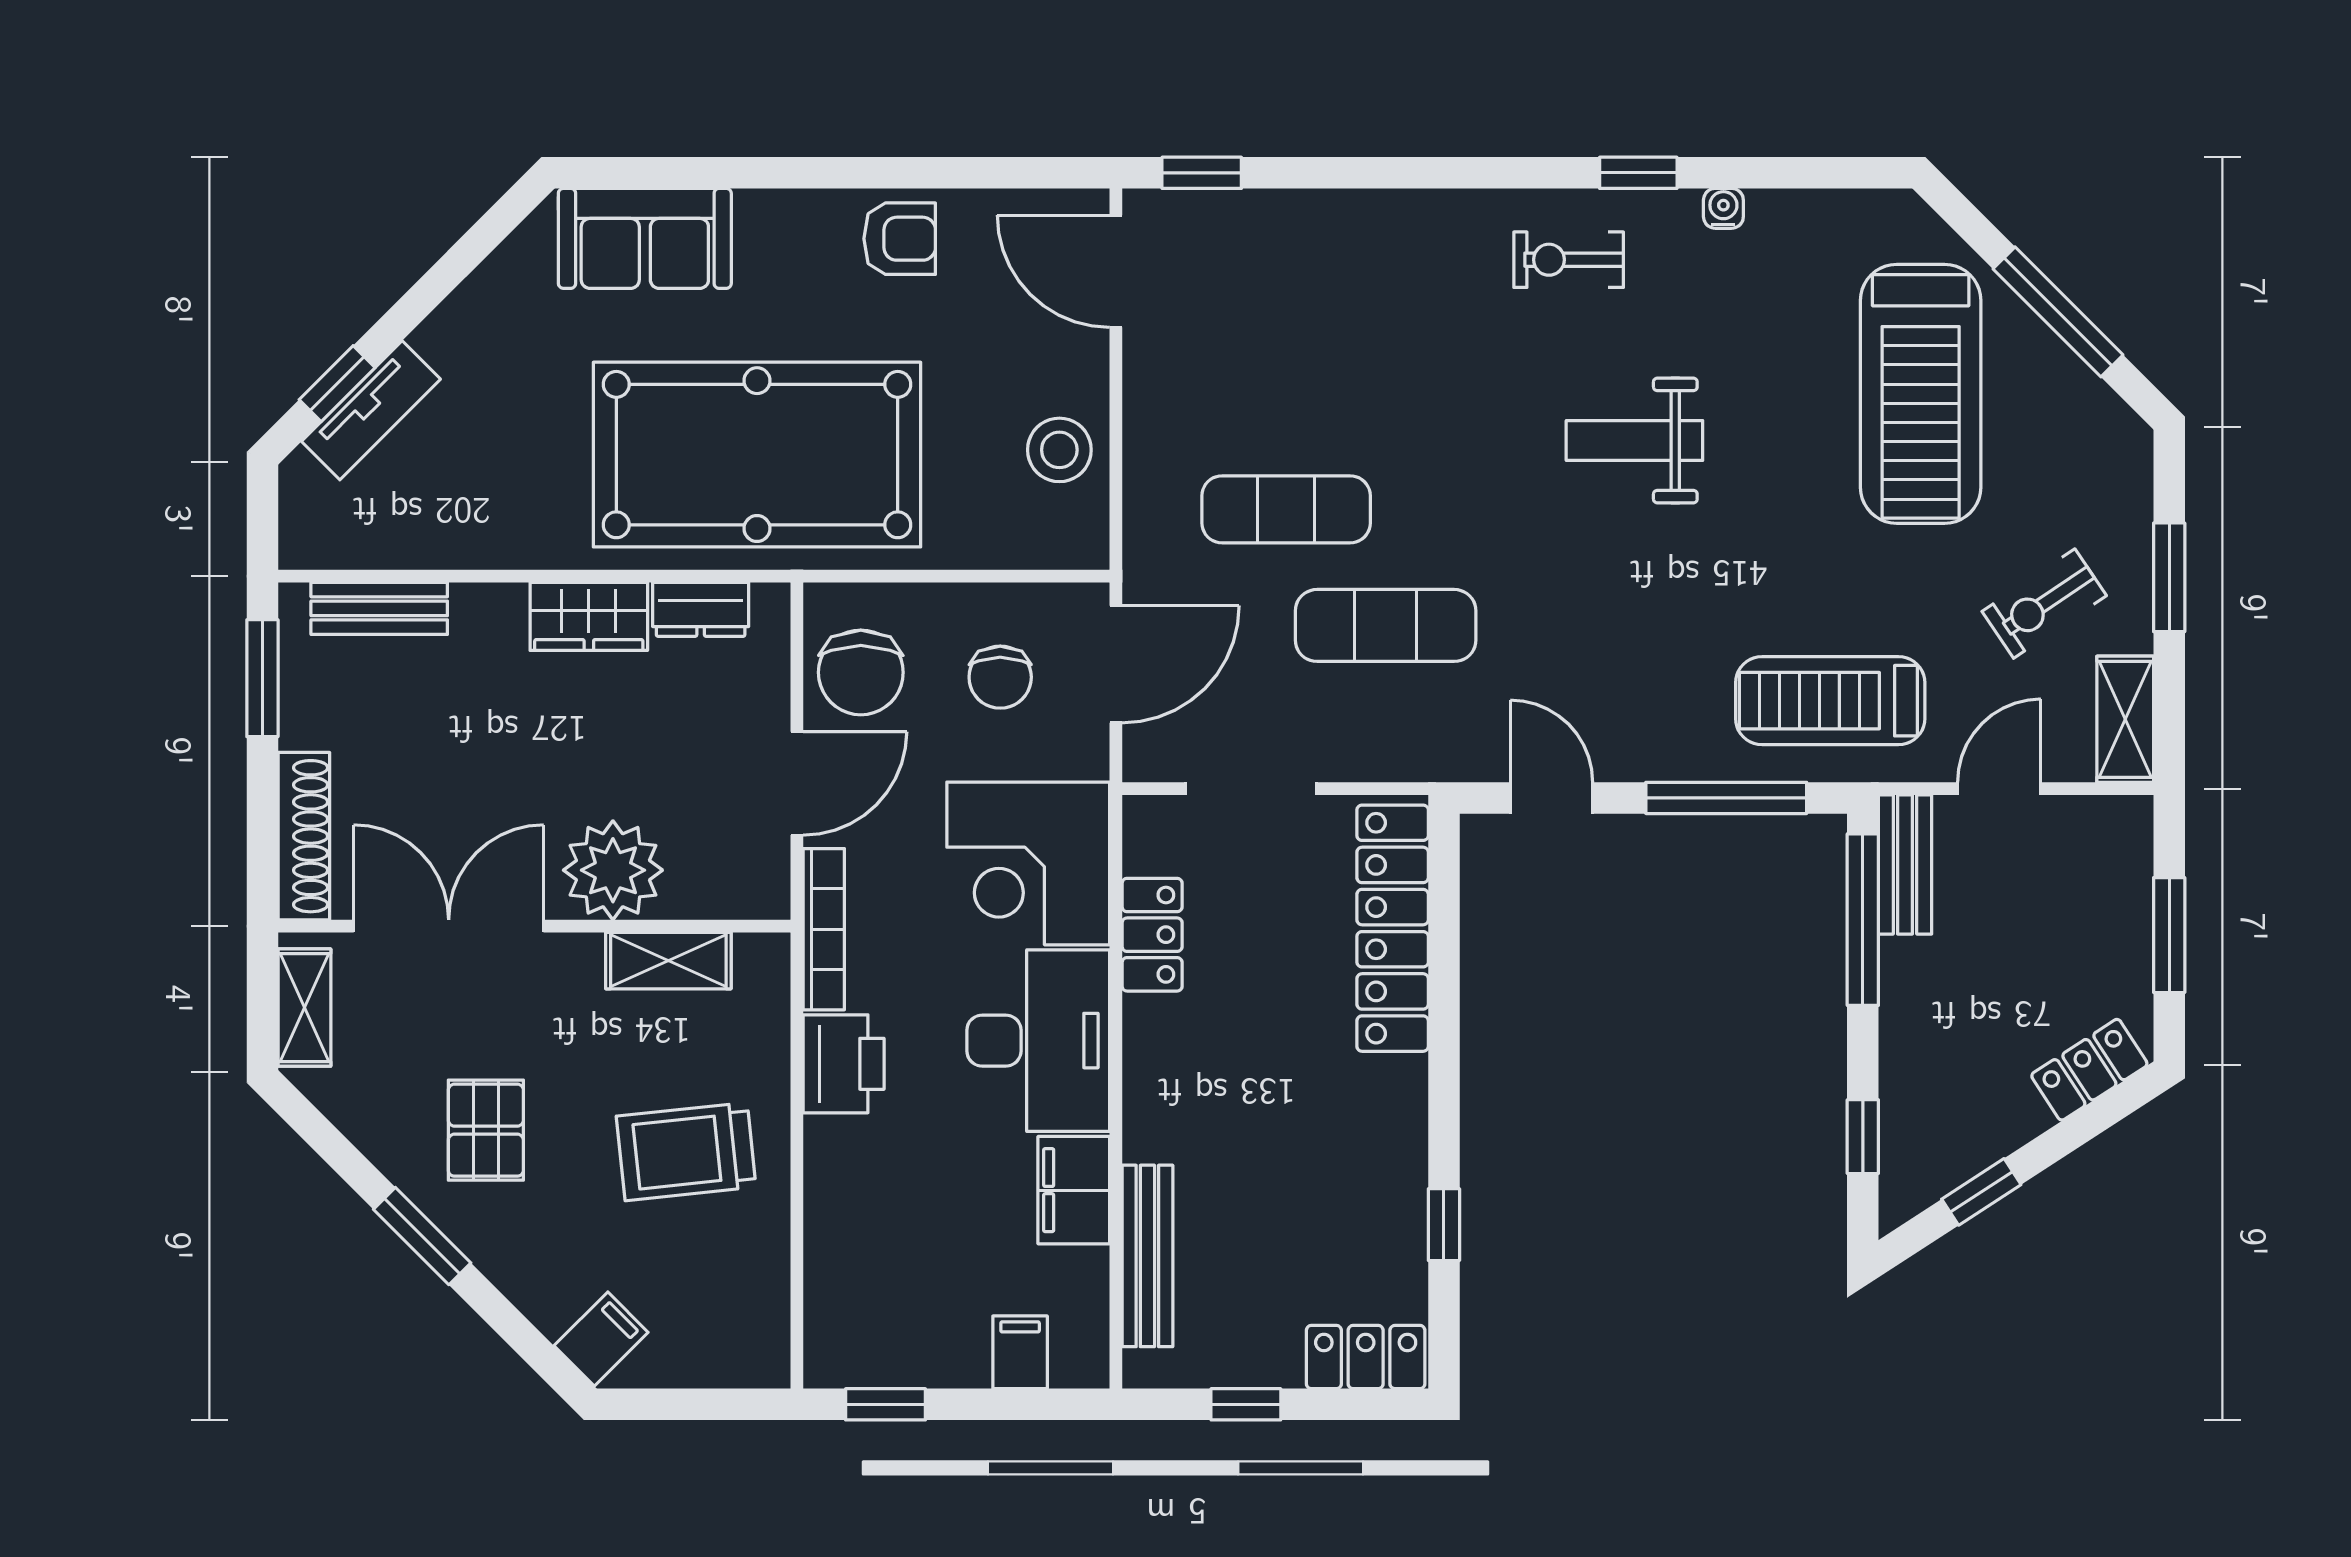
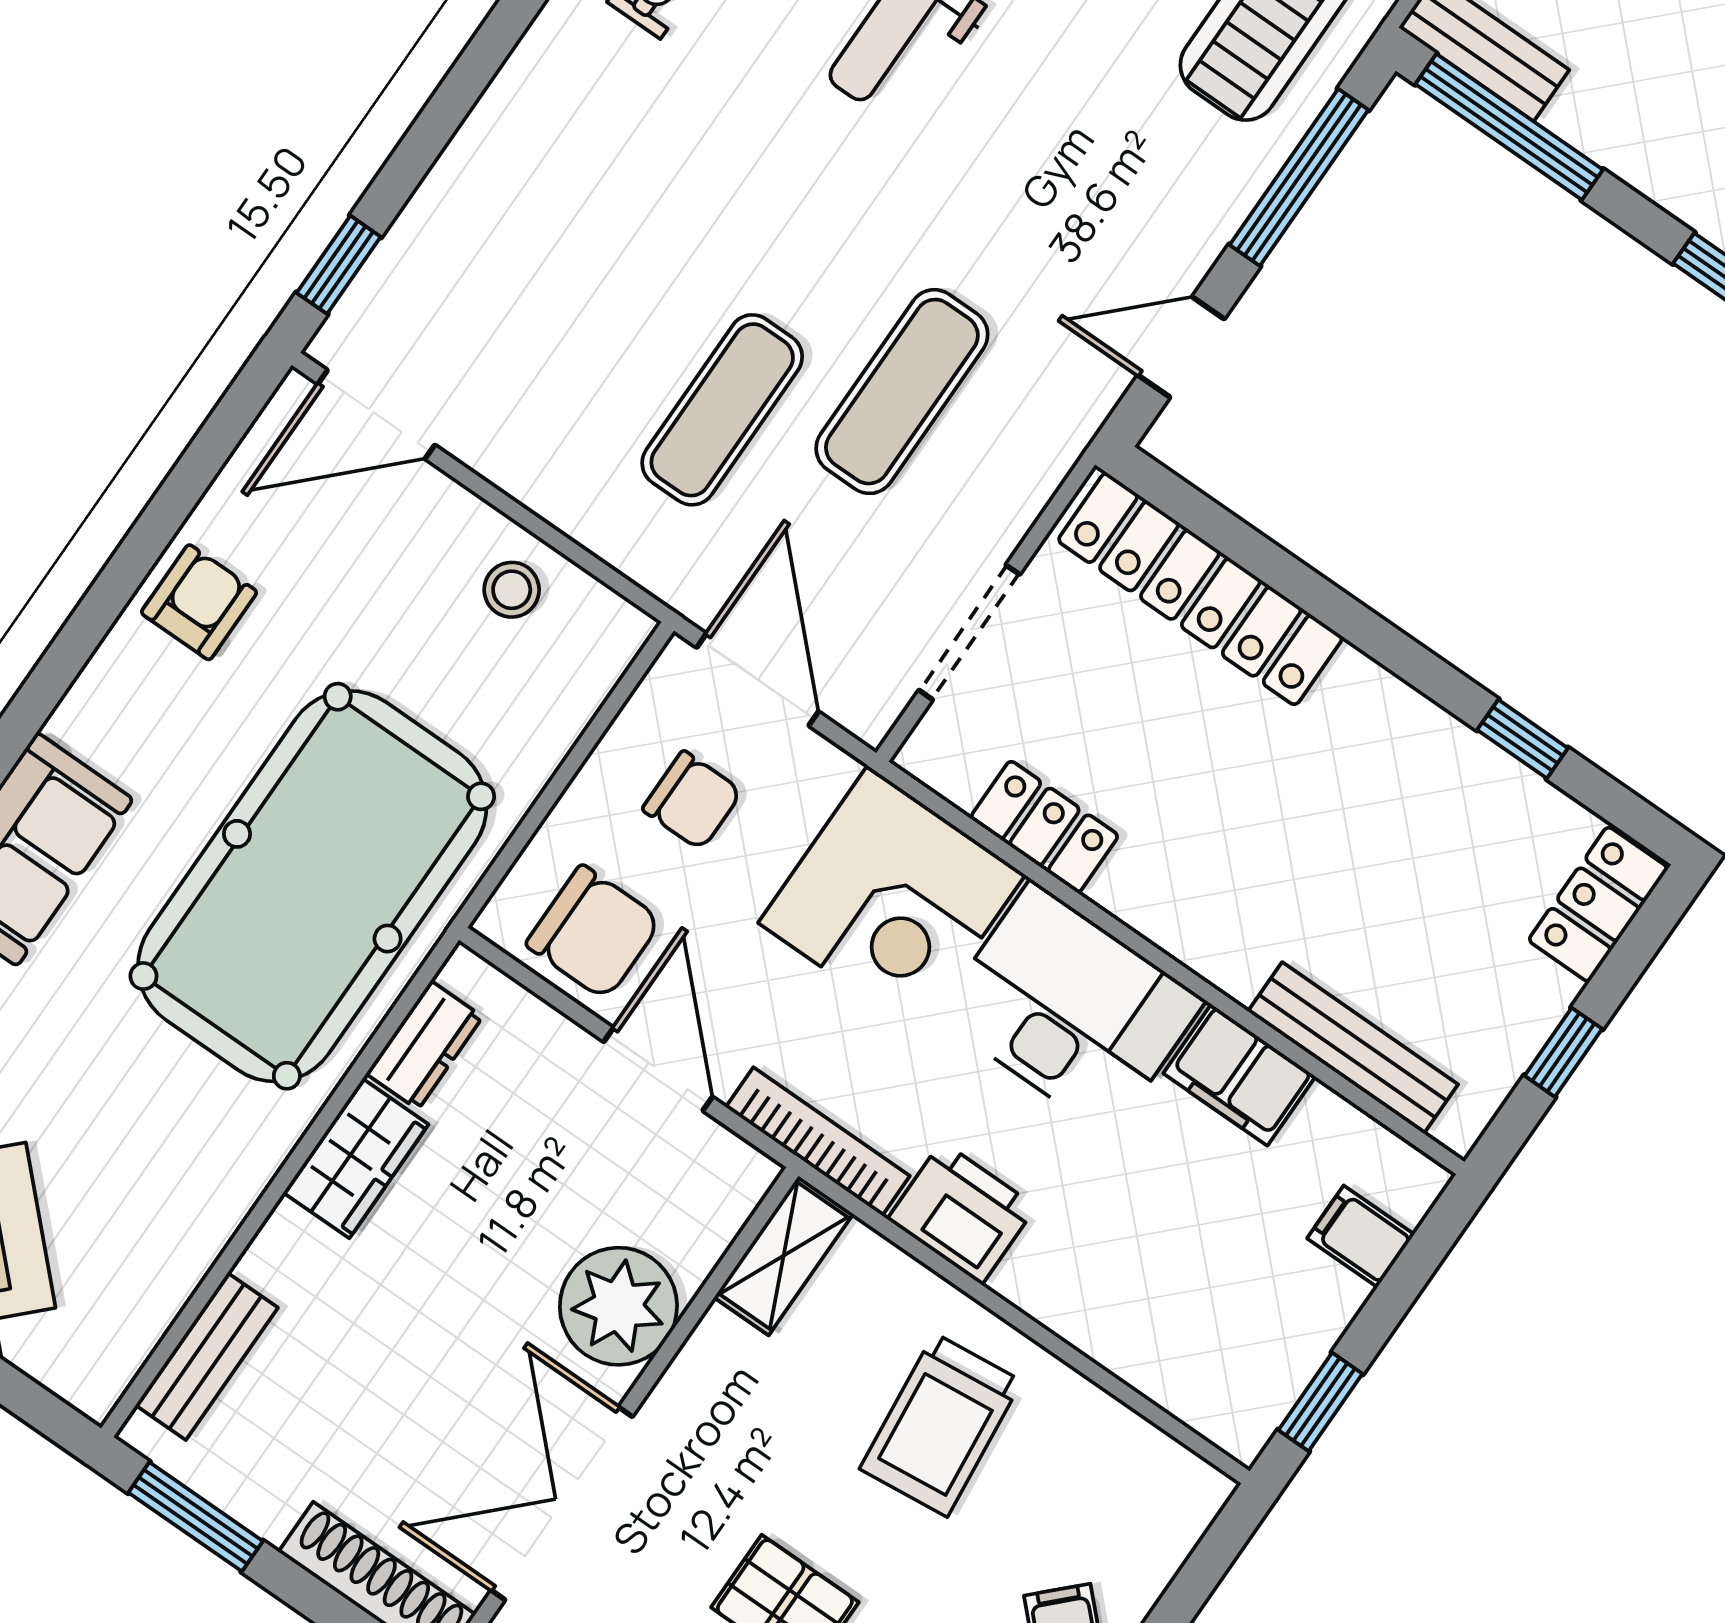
stool: (1059, 450) -> (512, 590), width x0.73, depth x0.73
shelving: (668, 961) -> (784, 1256), moved

